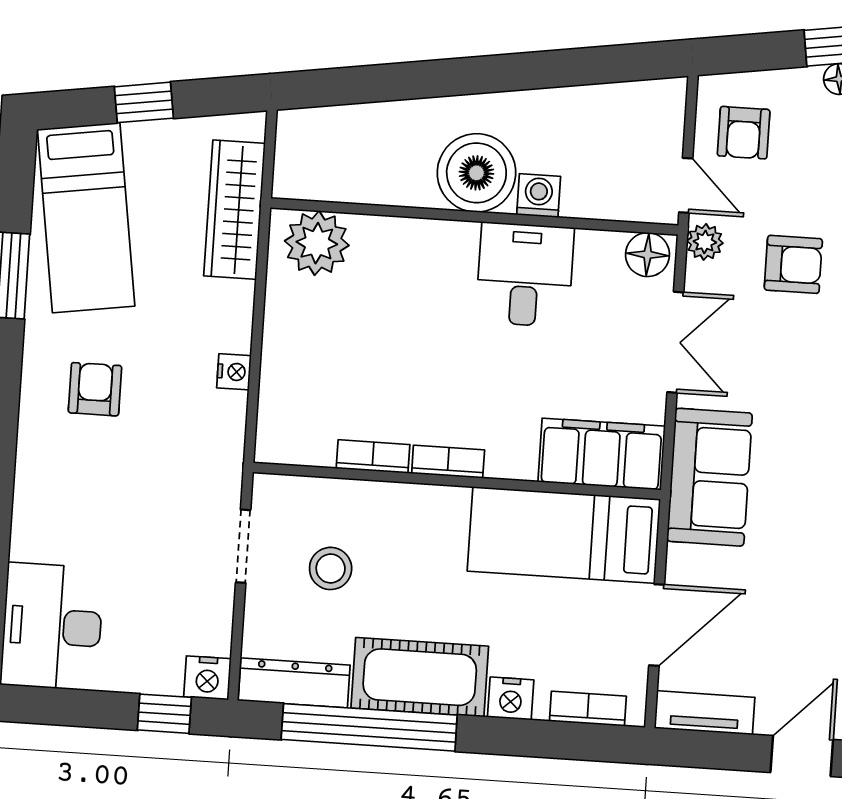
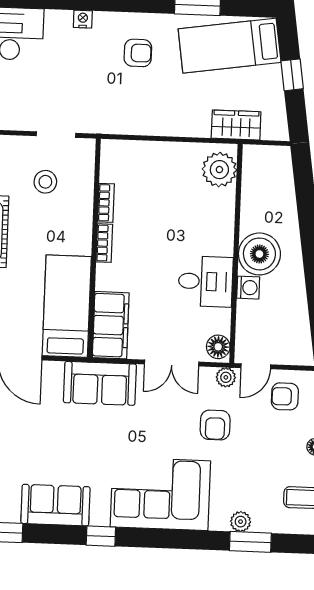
wardrobe: (235, 210) -> (236, 125), width x0.67
nightstand: (234, 372) -> (83, 19), moved, turned 180

